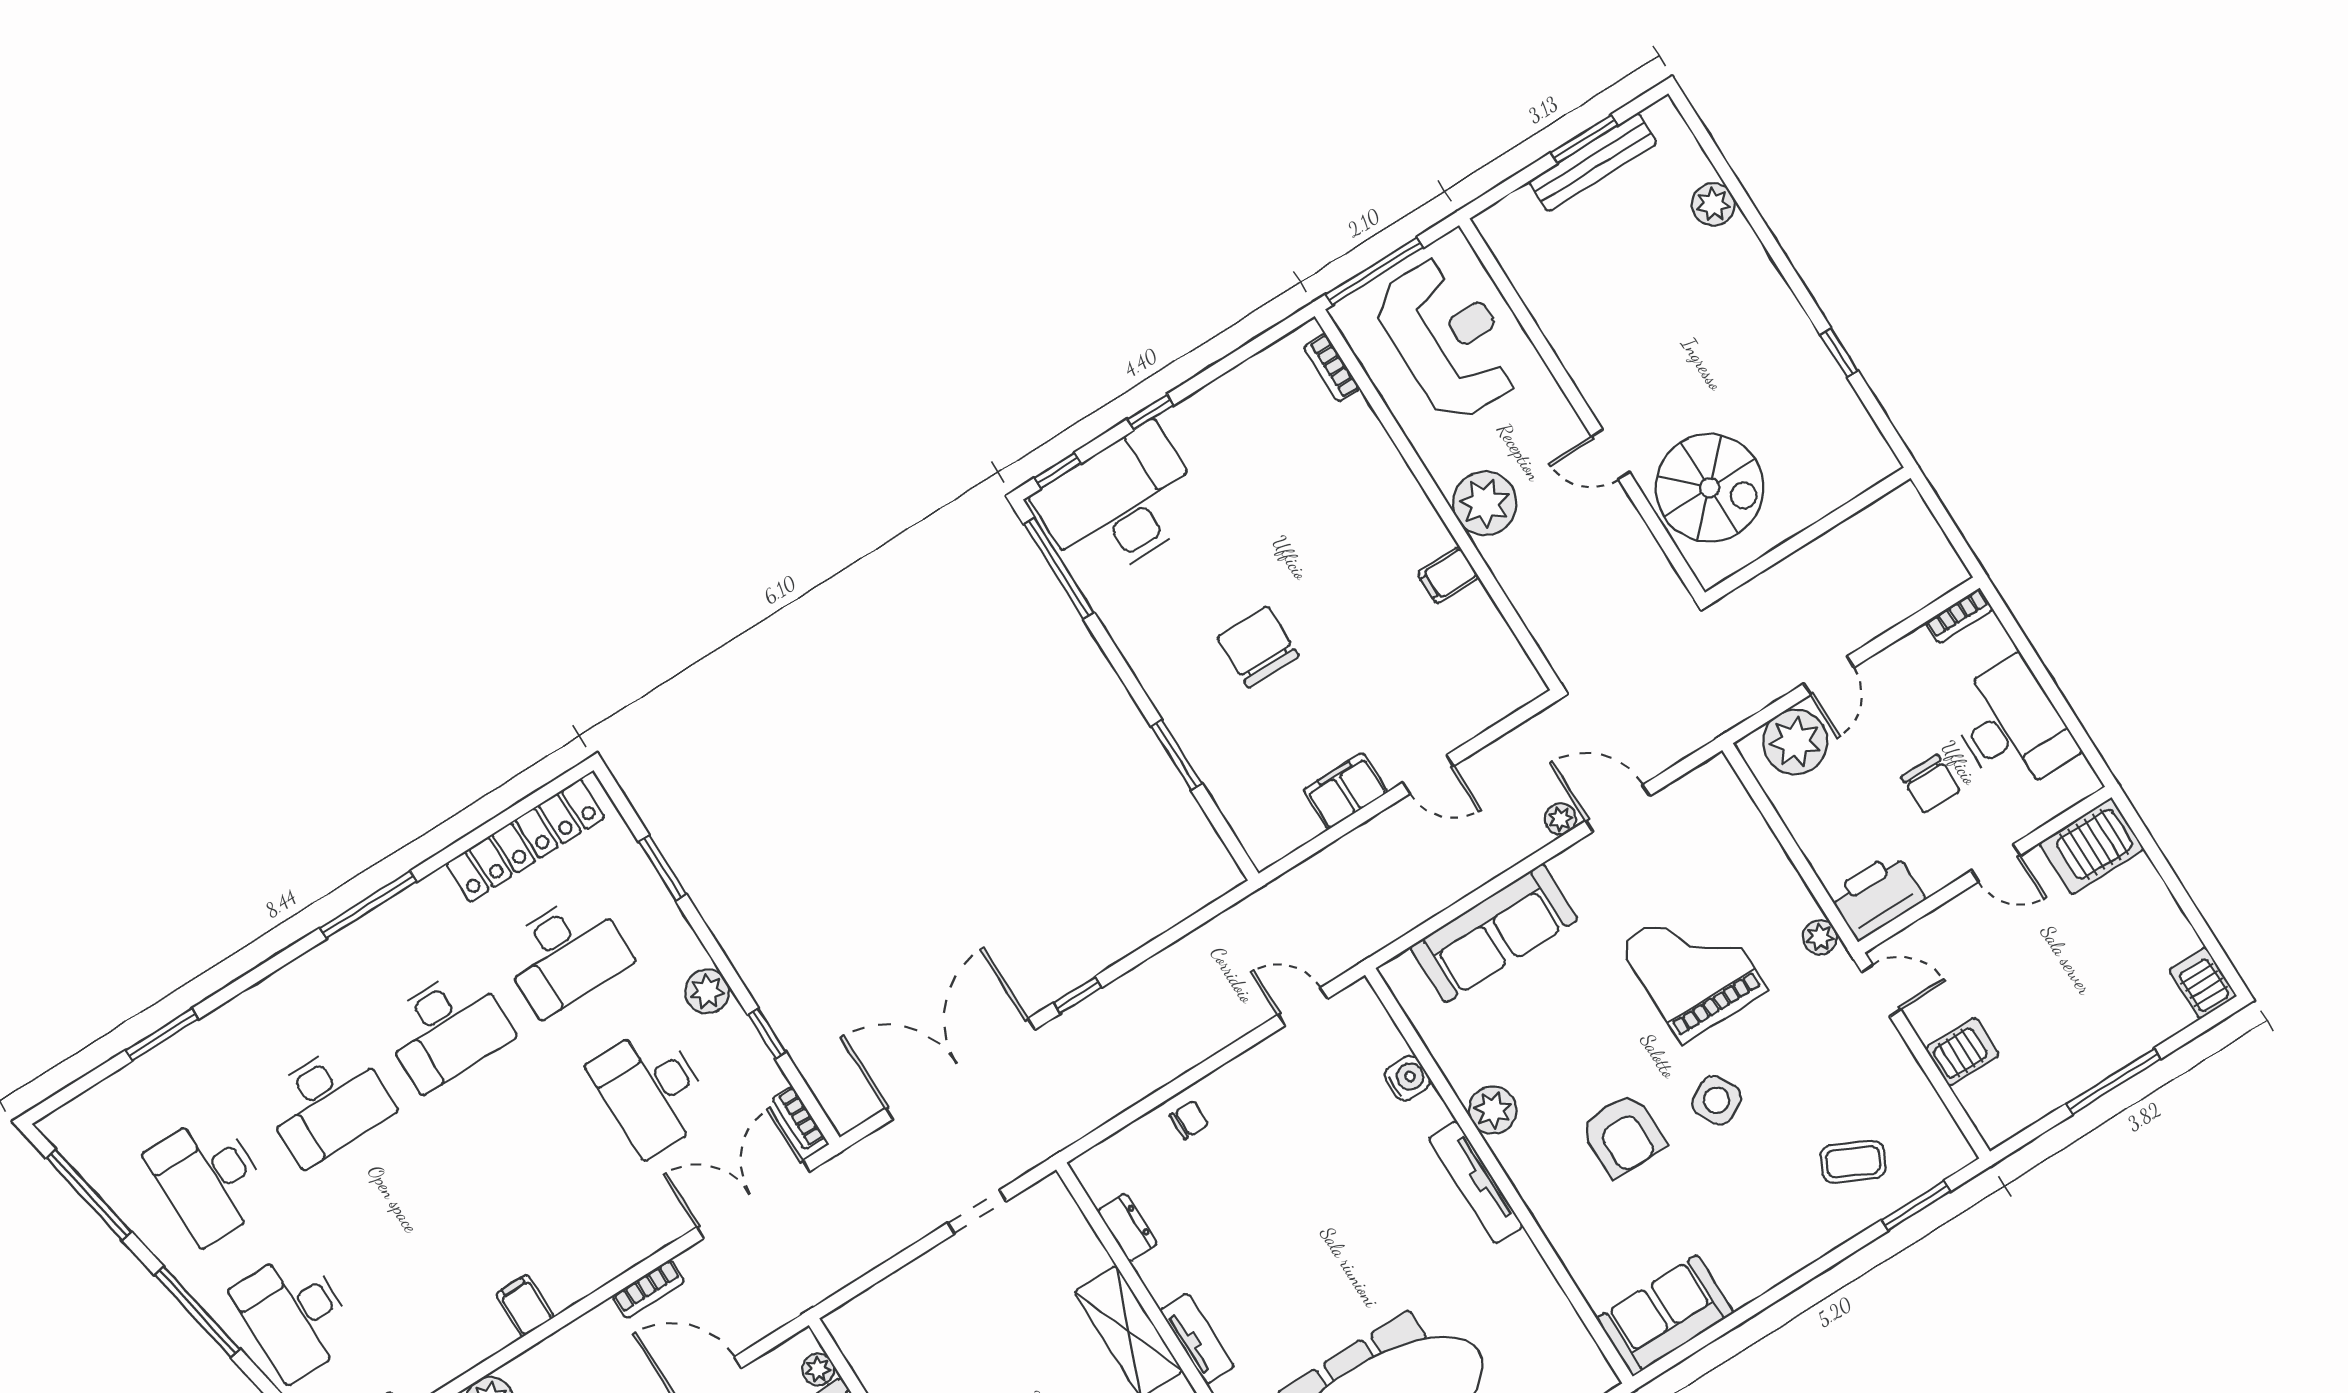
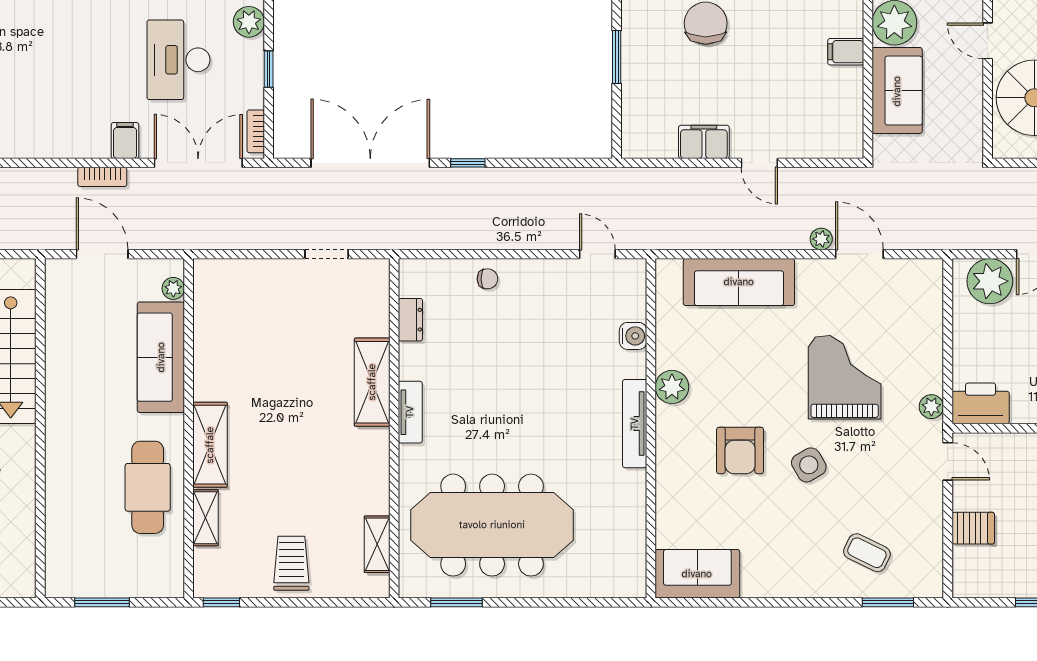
sofa: (1539, 583) -> (897, 91), added
filing cabinet: (525, 1306) -> (125, 140), moved

